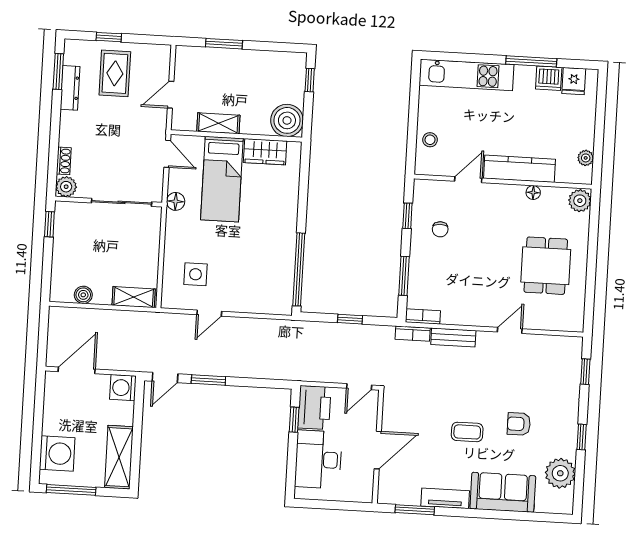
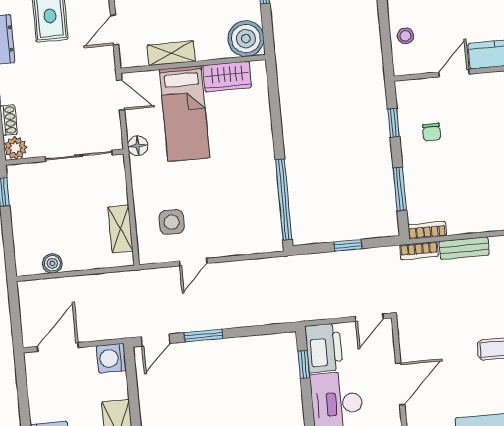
shelving: (134, 297) -> (120, 229), moved, turned 90

